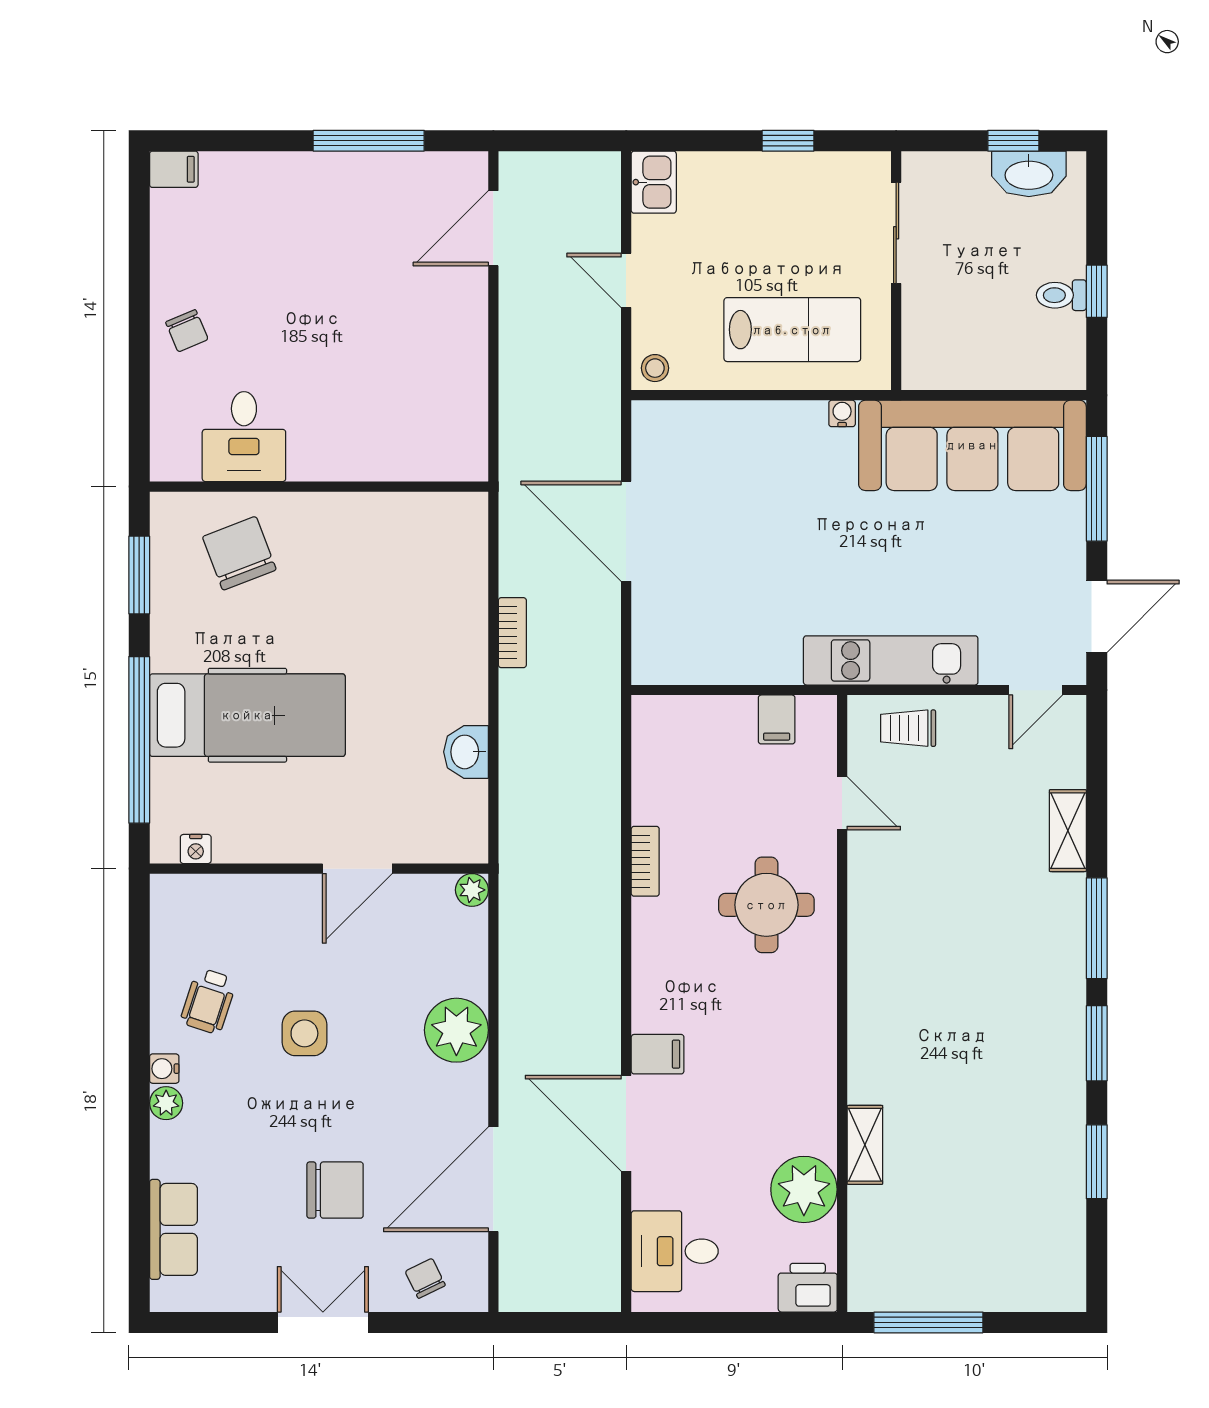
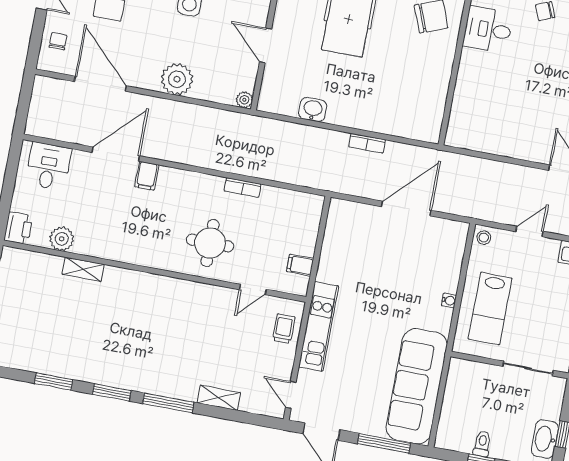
water cooler: (842, 413) -> (449, 300), moved
plant: (804, 1189) -> (62, 239), width x0.73, depth x0.73
chair: (425, 1278) -> (58, 41), turned -64

